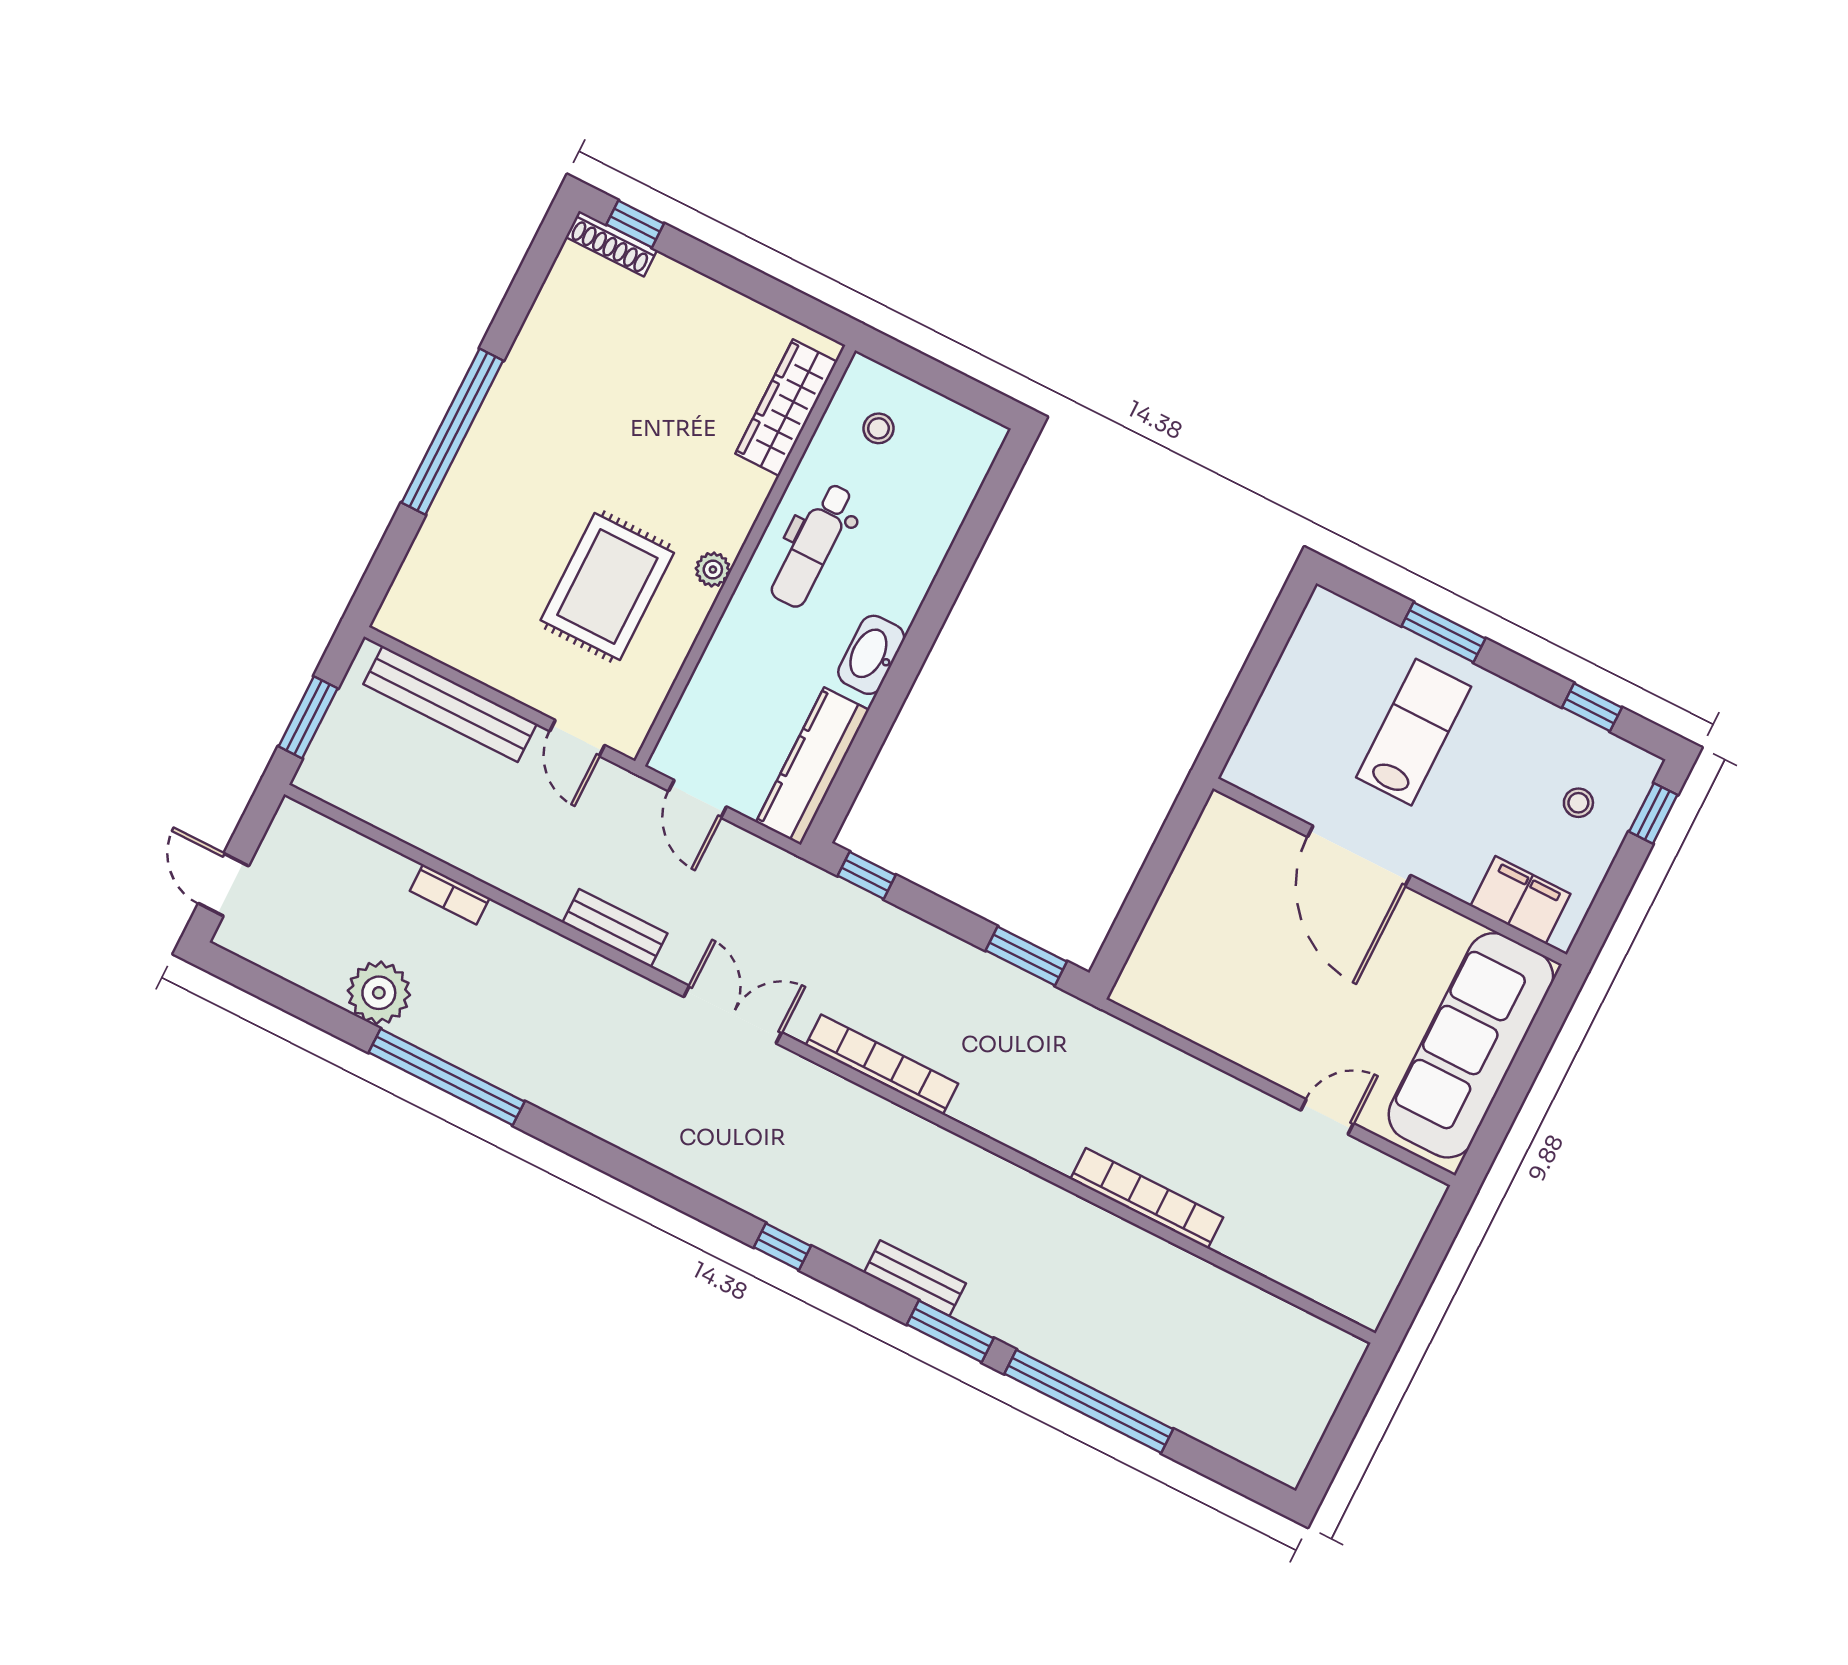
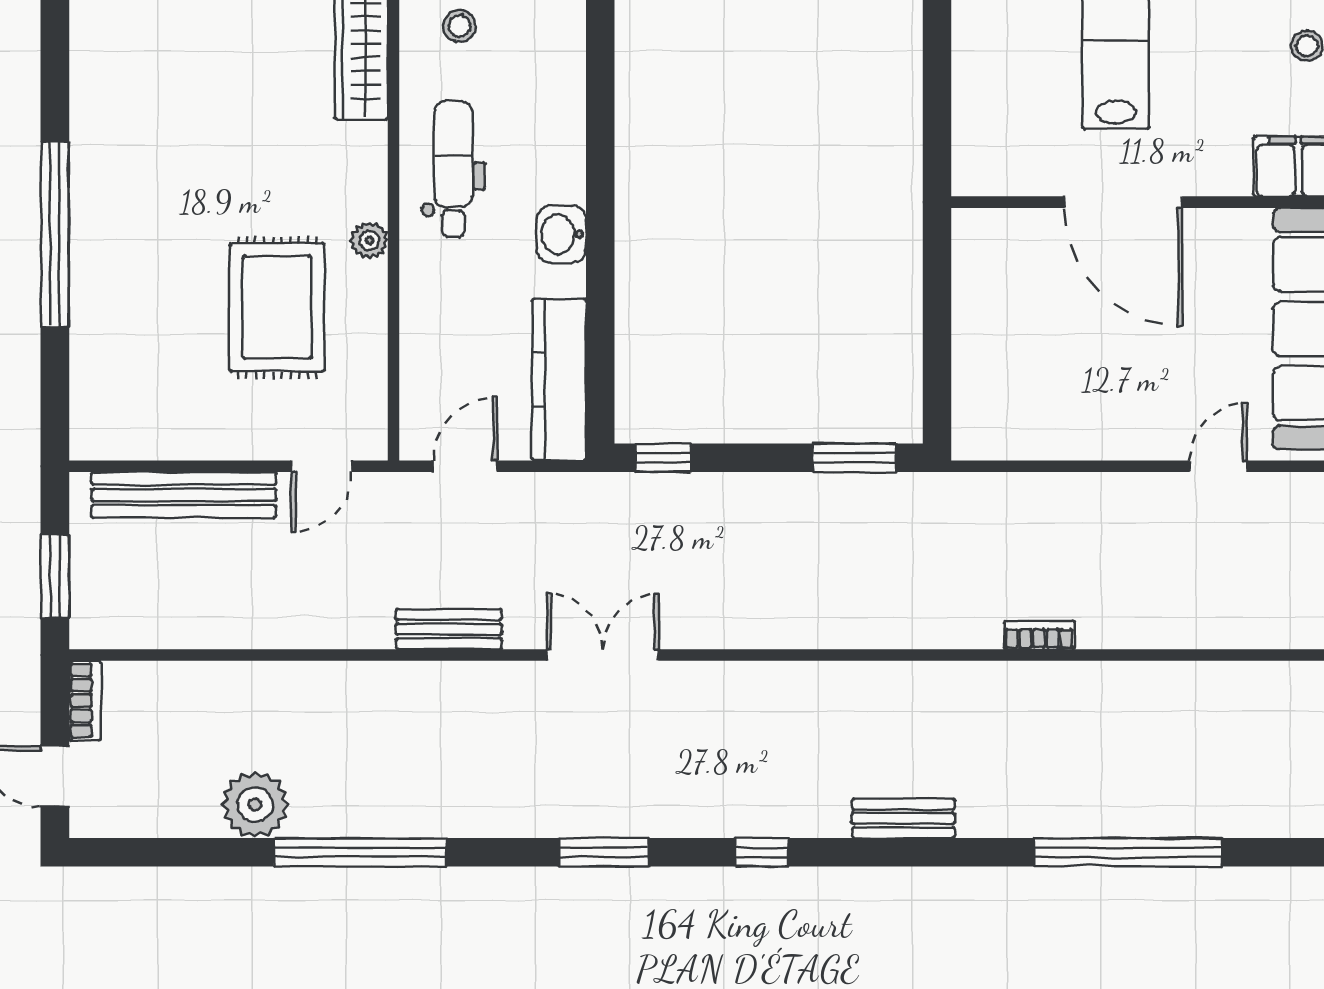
dental chair: (813, 545) -> (453, 169), turned 180
washbasin: (871, 655) -> (562, 234), width x0.72
door: (577, 738) -> (321, 466), hinge flipped
door: (698, 799) -> (465, 466), swing flipped
bookcase: (450, 894) -> (85, 701), moved, turned -90
bookcase: (882, 1065) -> (769, 631), removed
bookcase: (1147, 1198) -> (1039, 635), width x0.43, depth x0.76
window: (950, 1331) -> (604, 852), moved

